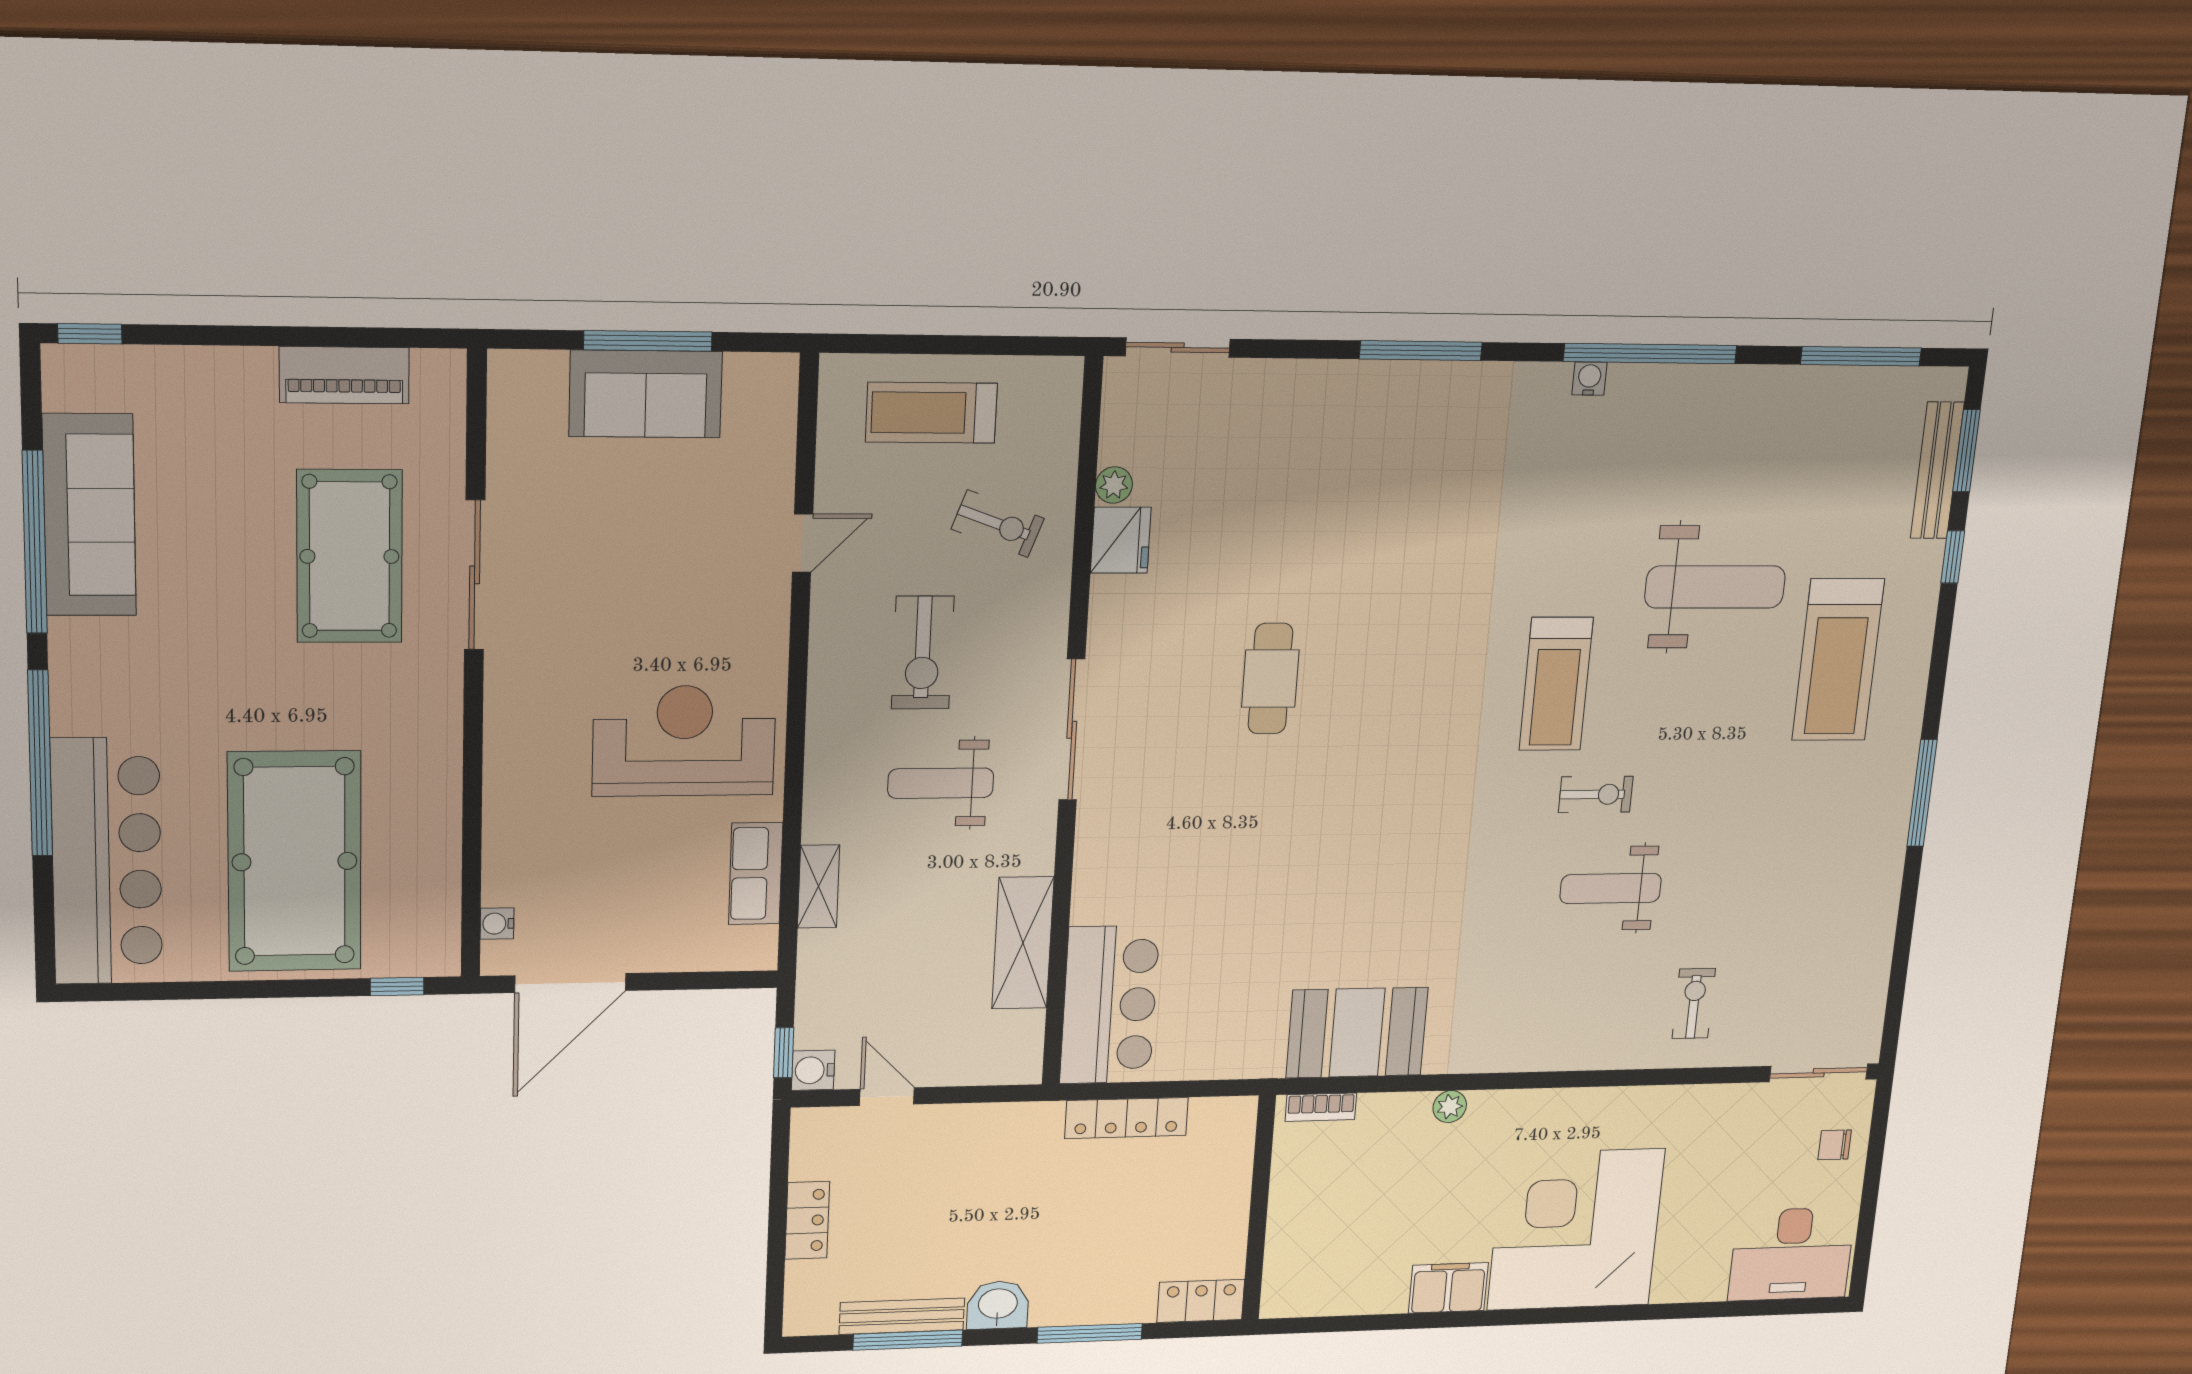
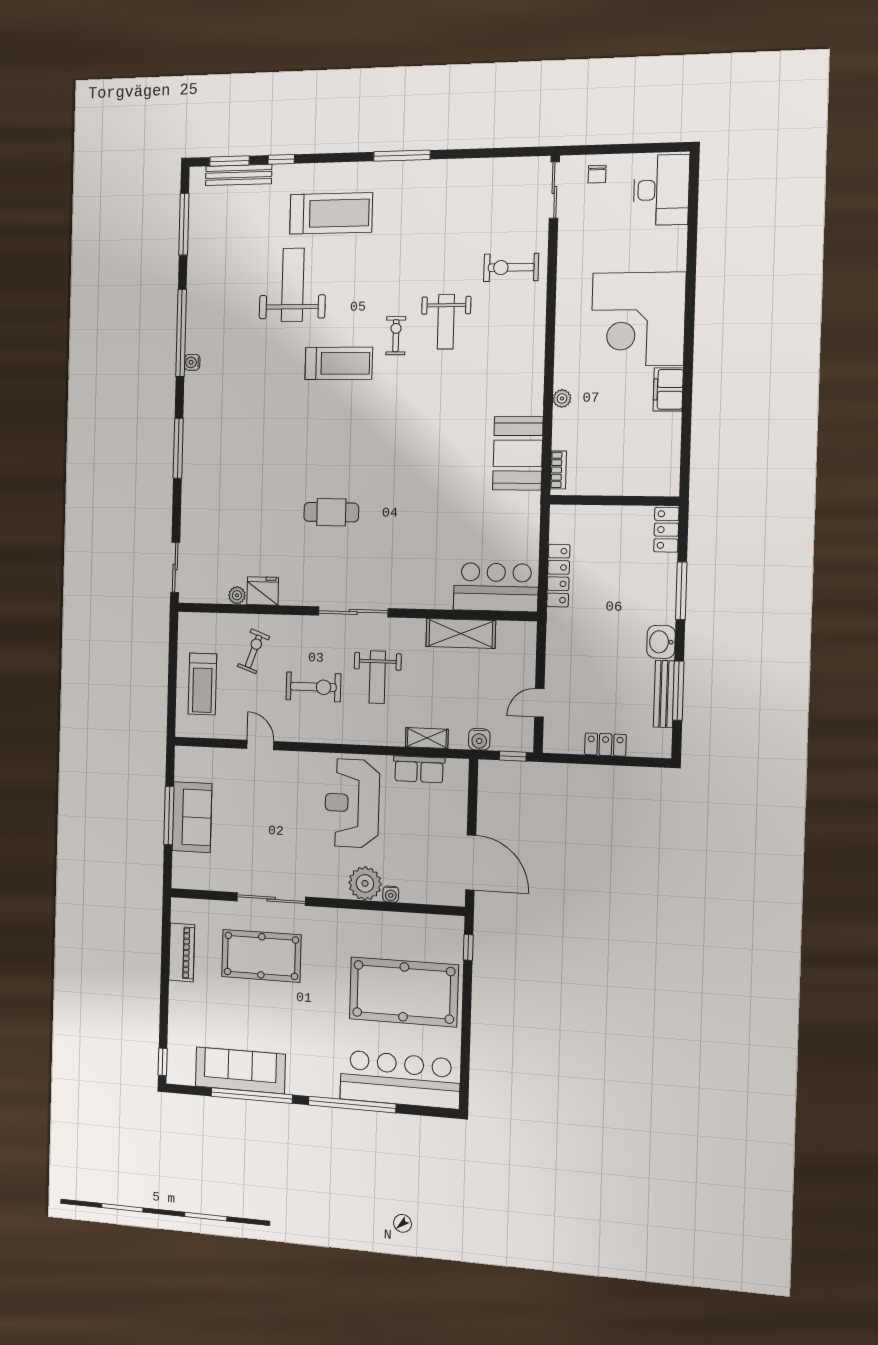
plant: (518, 774) -> (365, 883), added
water cooler: (497, 924) -> (391, 894), moved
exercise bike: (1694, 1004) -> (511, 267), width x1.38, depth x1.39
water cooler: (813, 1070) -> (479, 739), moved

